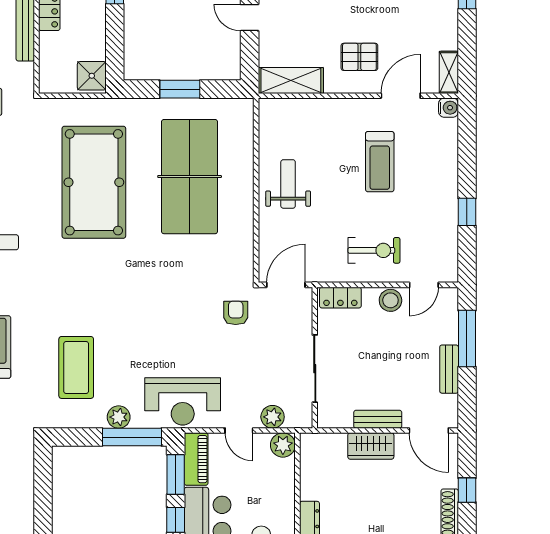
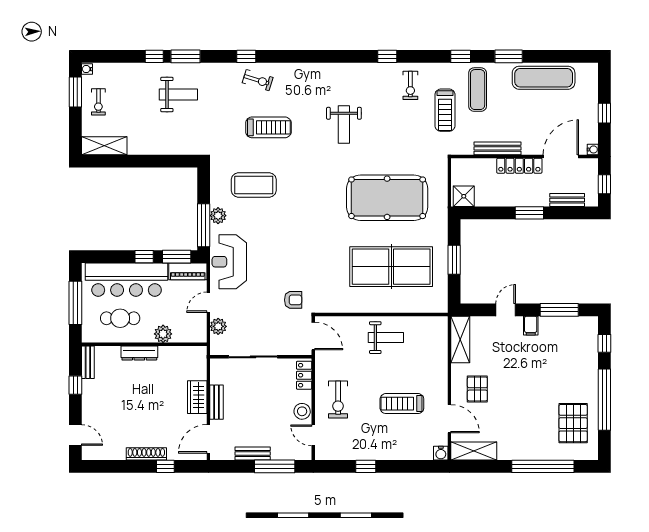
shelving: (449, 72) -> (474, 451), width x1.50, depth x1.33
plant: (283, 445) -> (163, 334), moved

